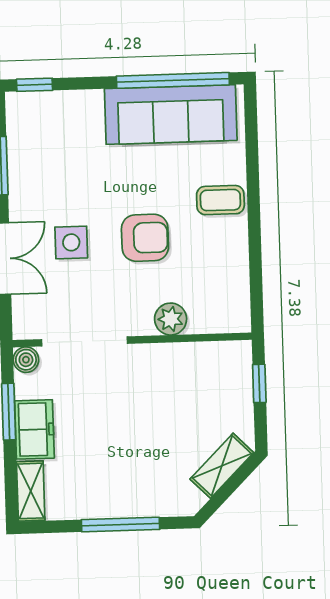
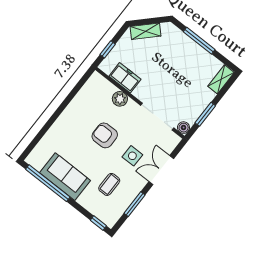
sofa: (171, 115) -> (65, 177), width x0.73
coffee table: (220, 200) -> (109, 184), moved, turned 90
freezer: (34, 429) -> (125, 78), moved, turned 90

